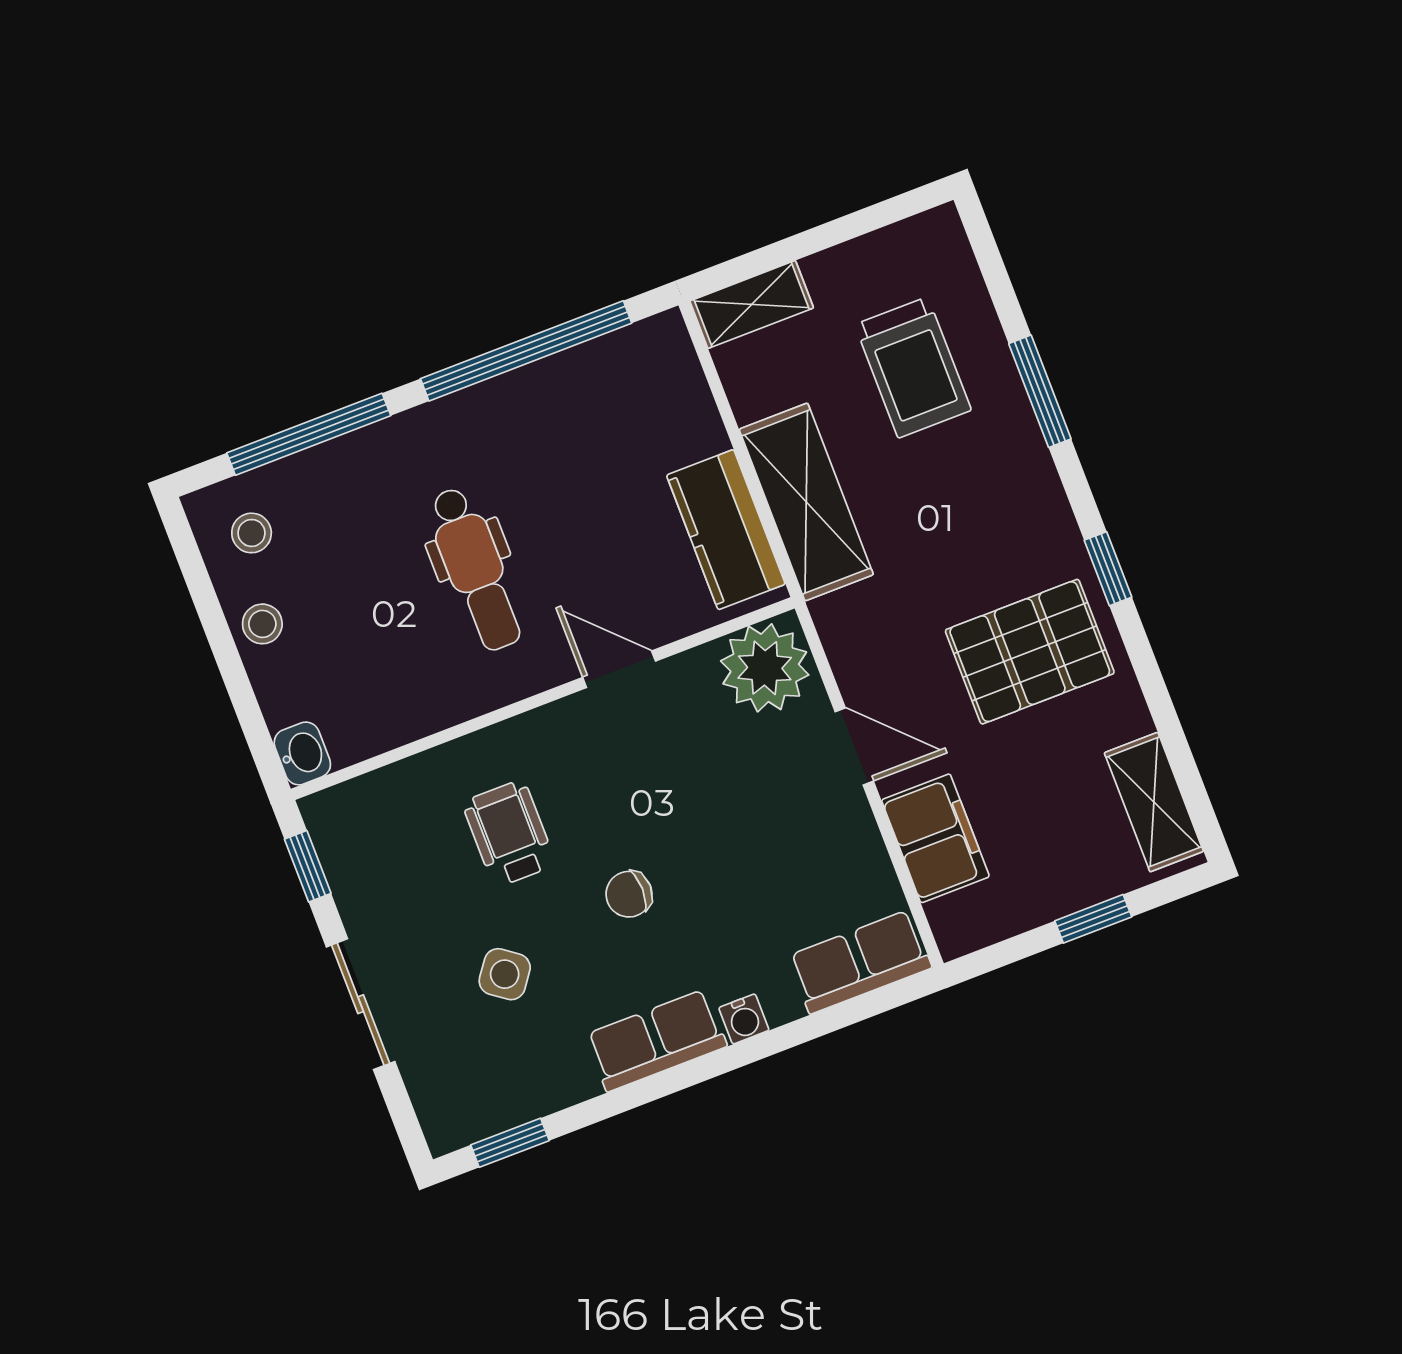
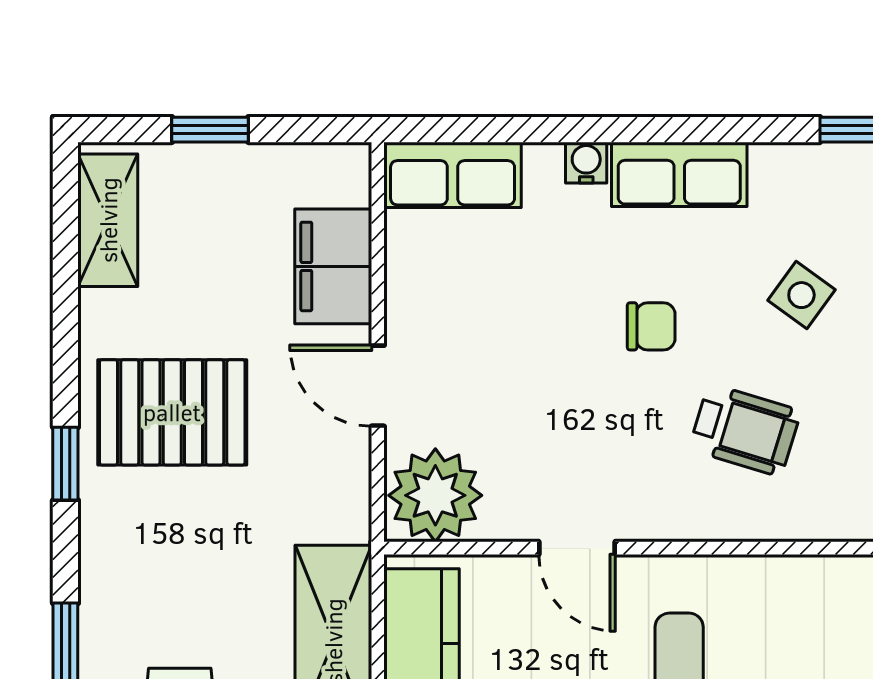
wheelchair: (509, 833) -> (745, 430), turned -73

